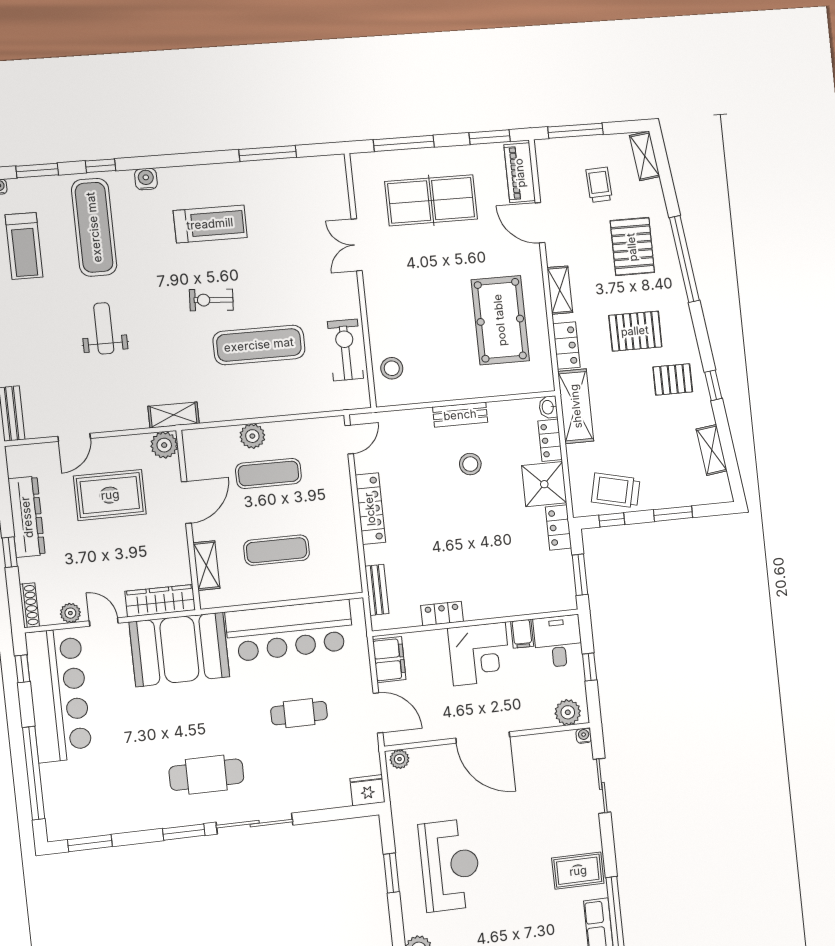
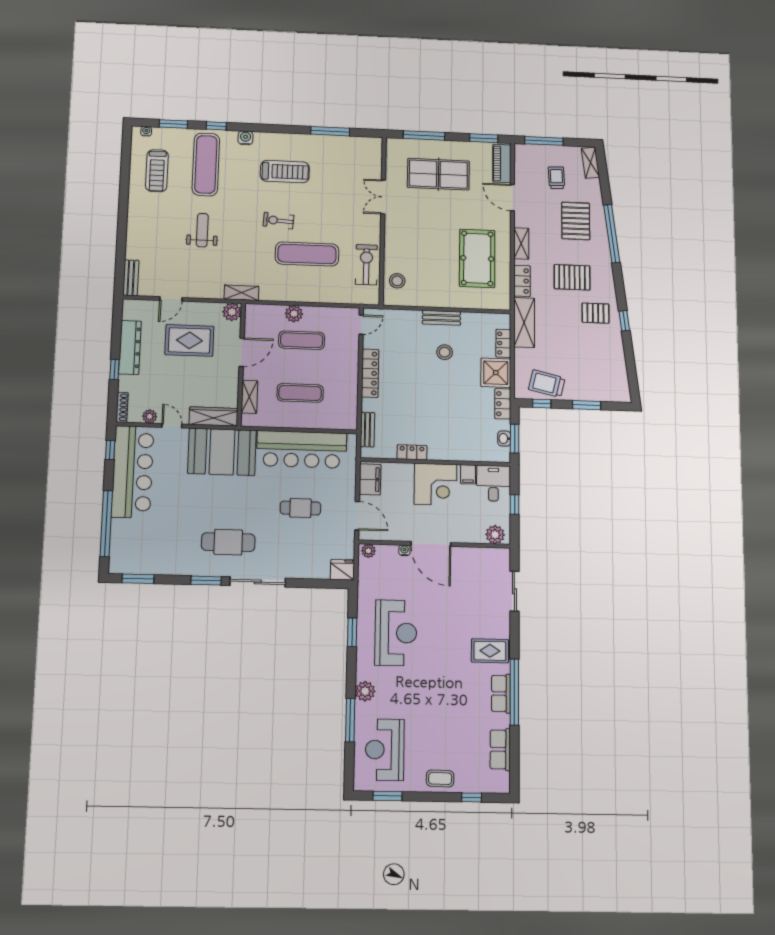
washbasin: (548, 407) -> (504, 438), moved
shelving: (712, 450) -> (619, 365), removed
water cooler: (584, 736) -> (404, 550), moved

